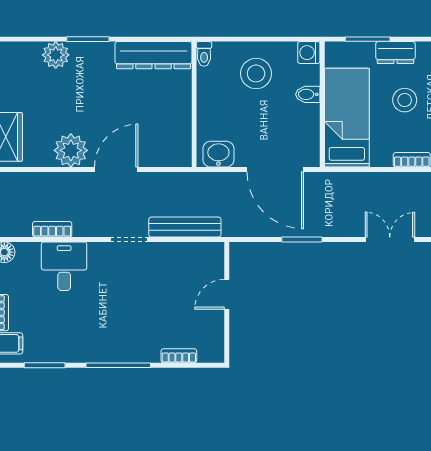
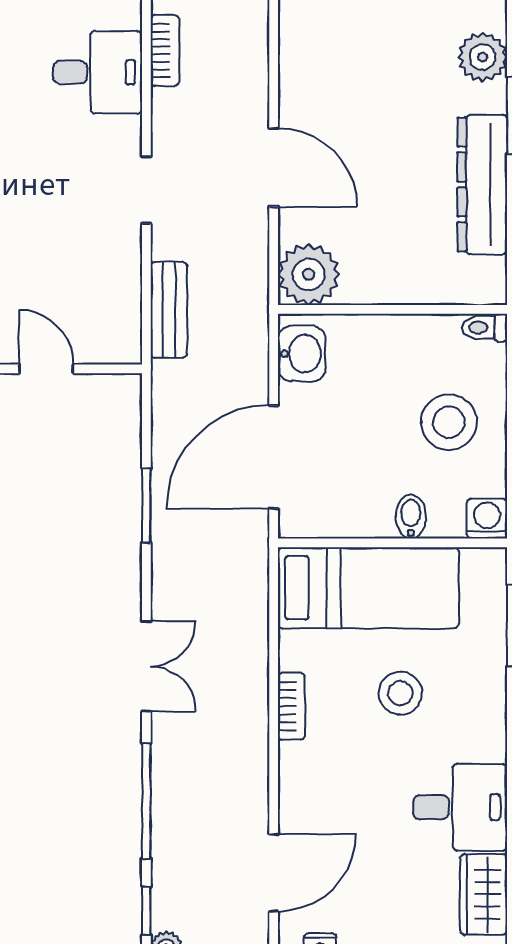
dresser: (395, 53) -> (487, 676), removed
dresser: (154, 55) -> (482, 184), moved
plant: (71, 150) -> (309, 274), moved
bench: (185, 227) -> (169, 310), width x0.73

